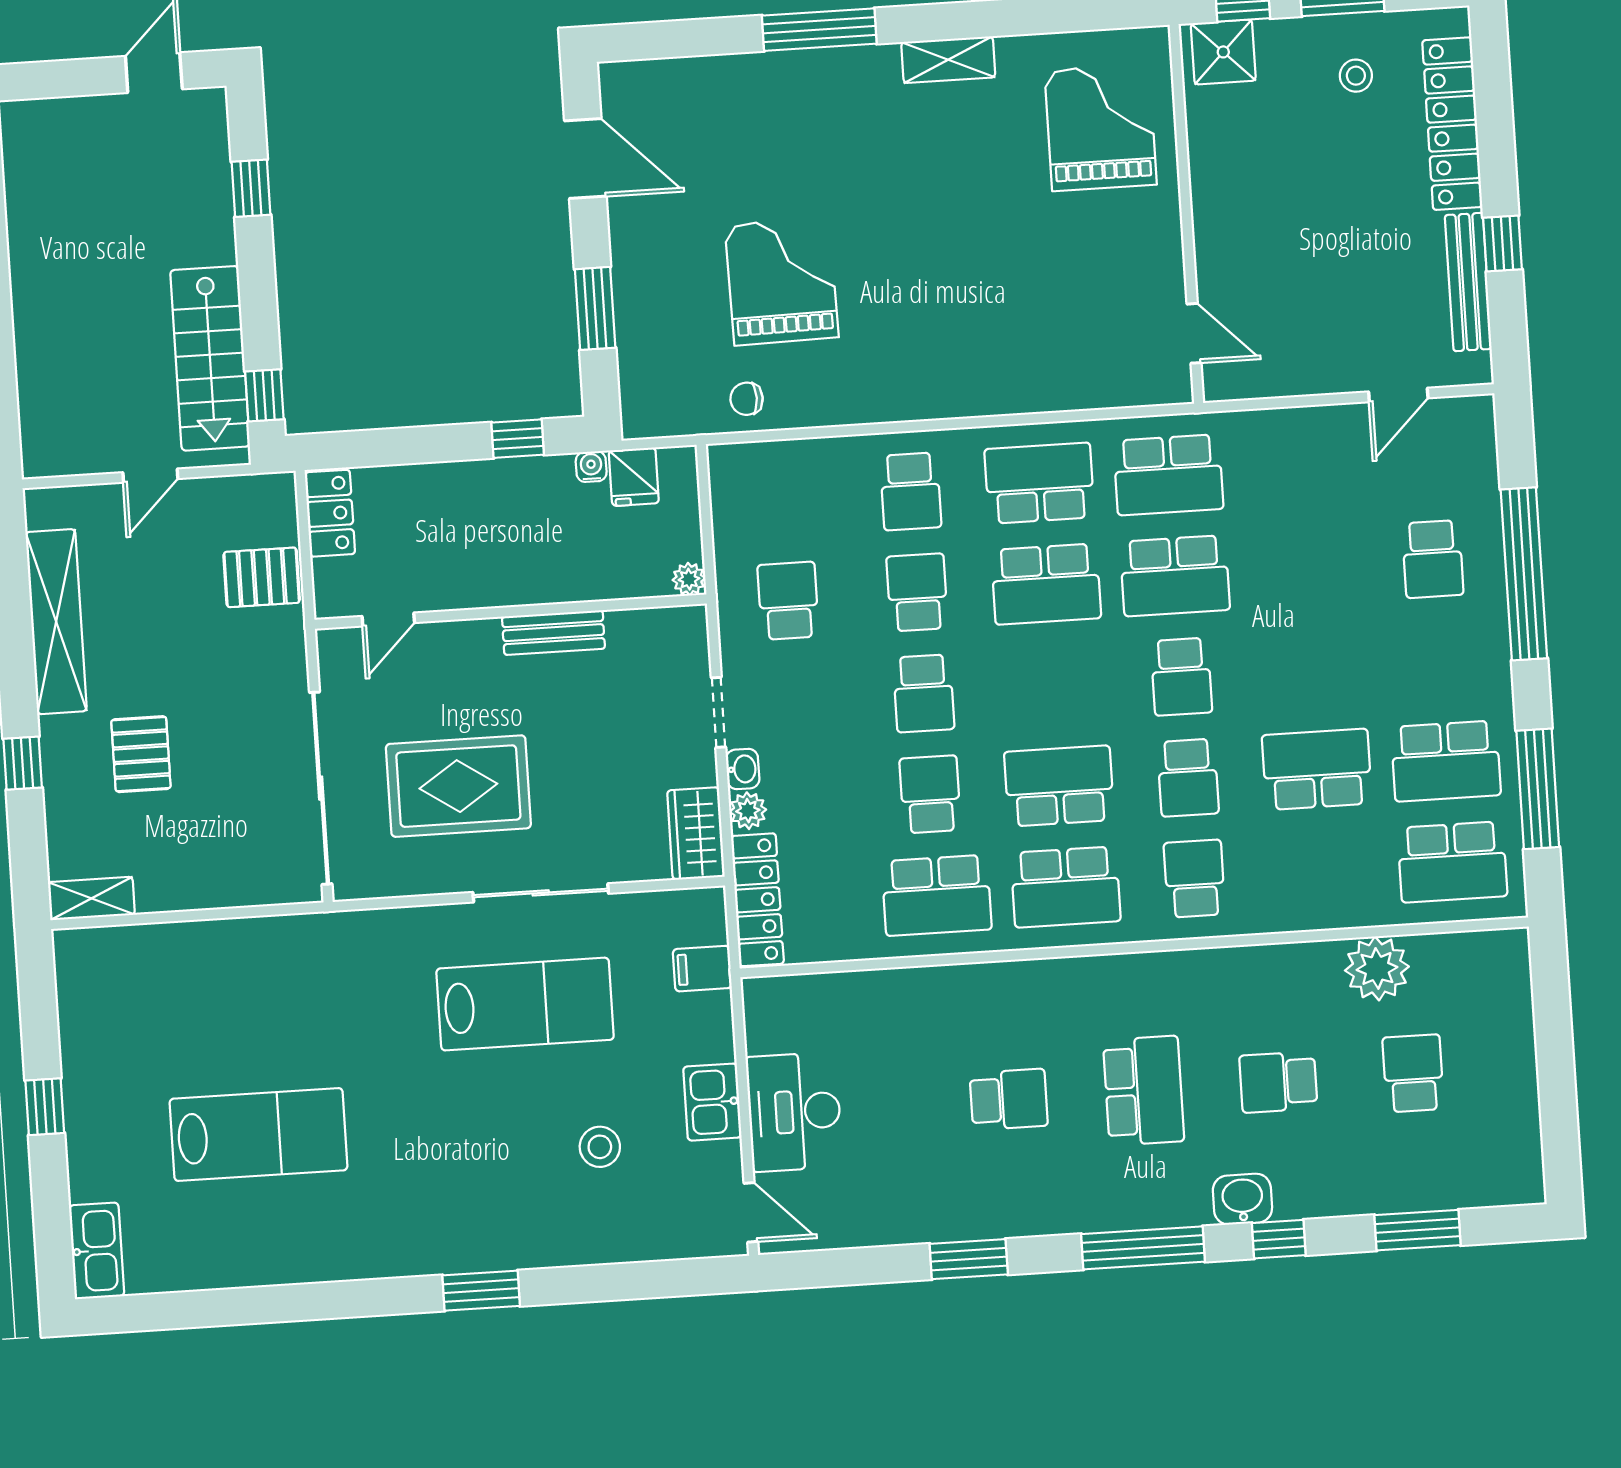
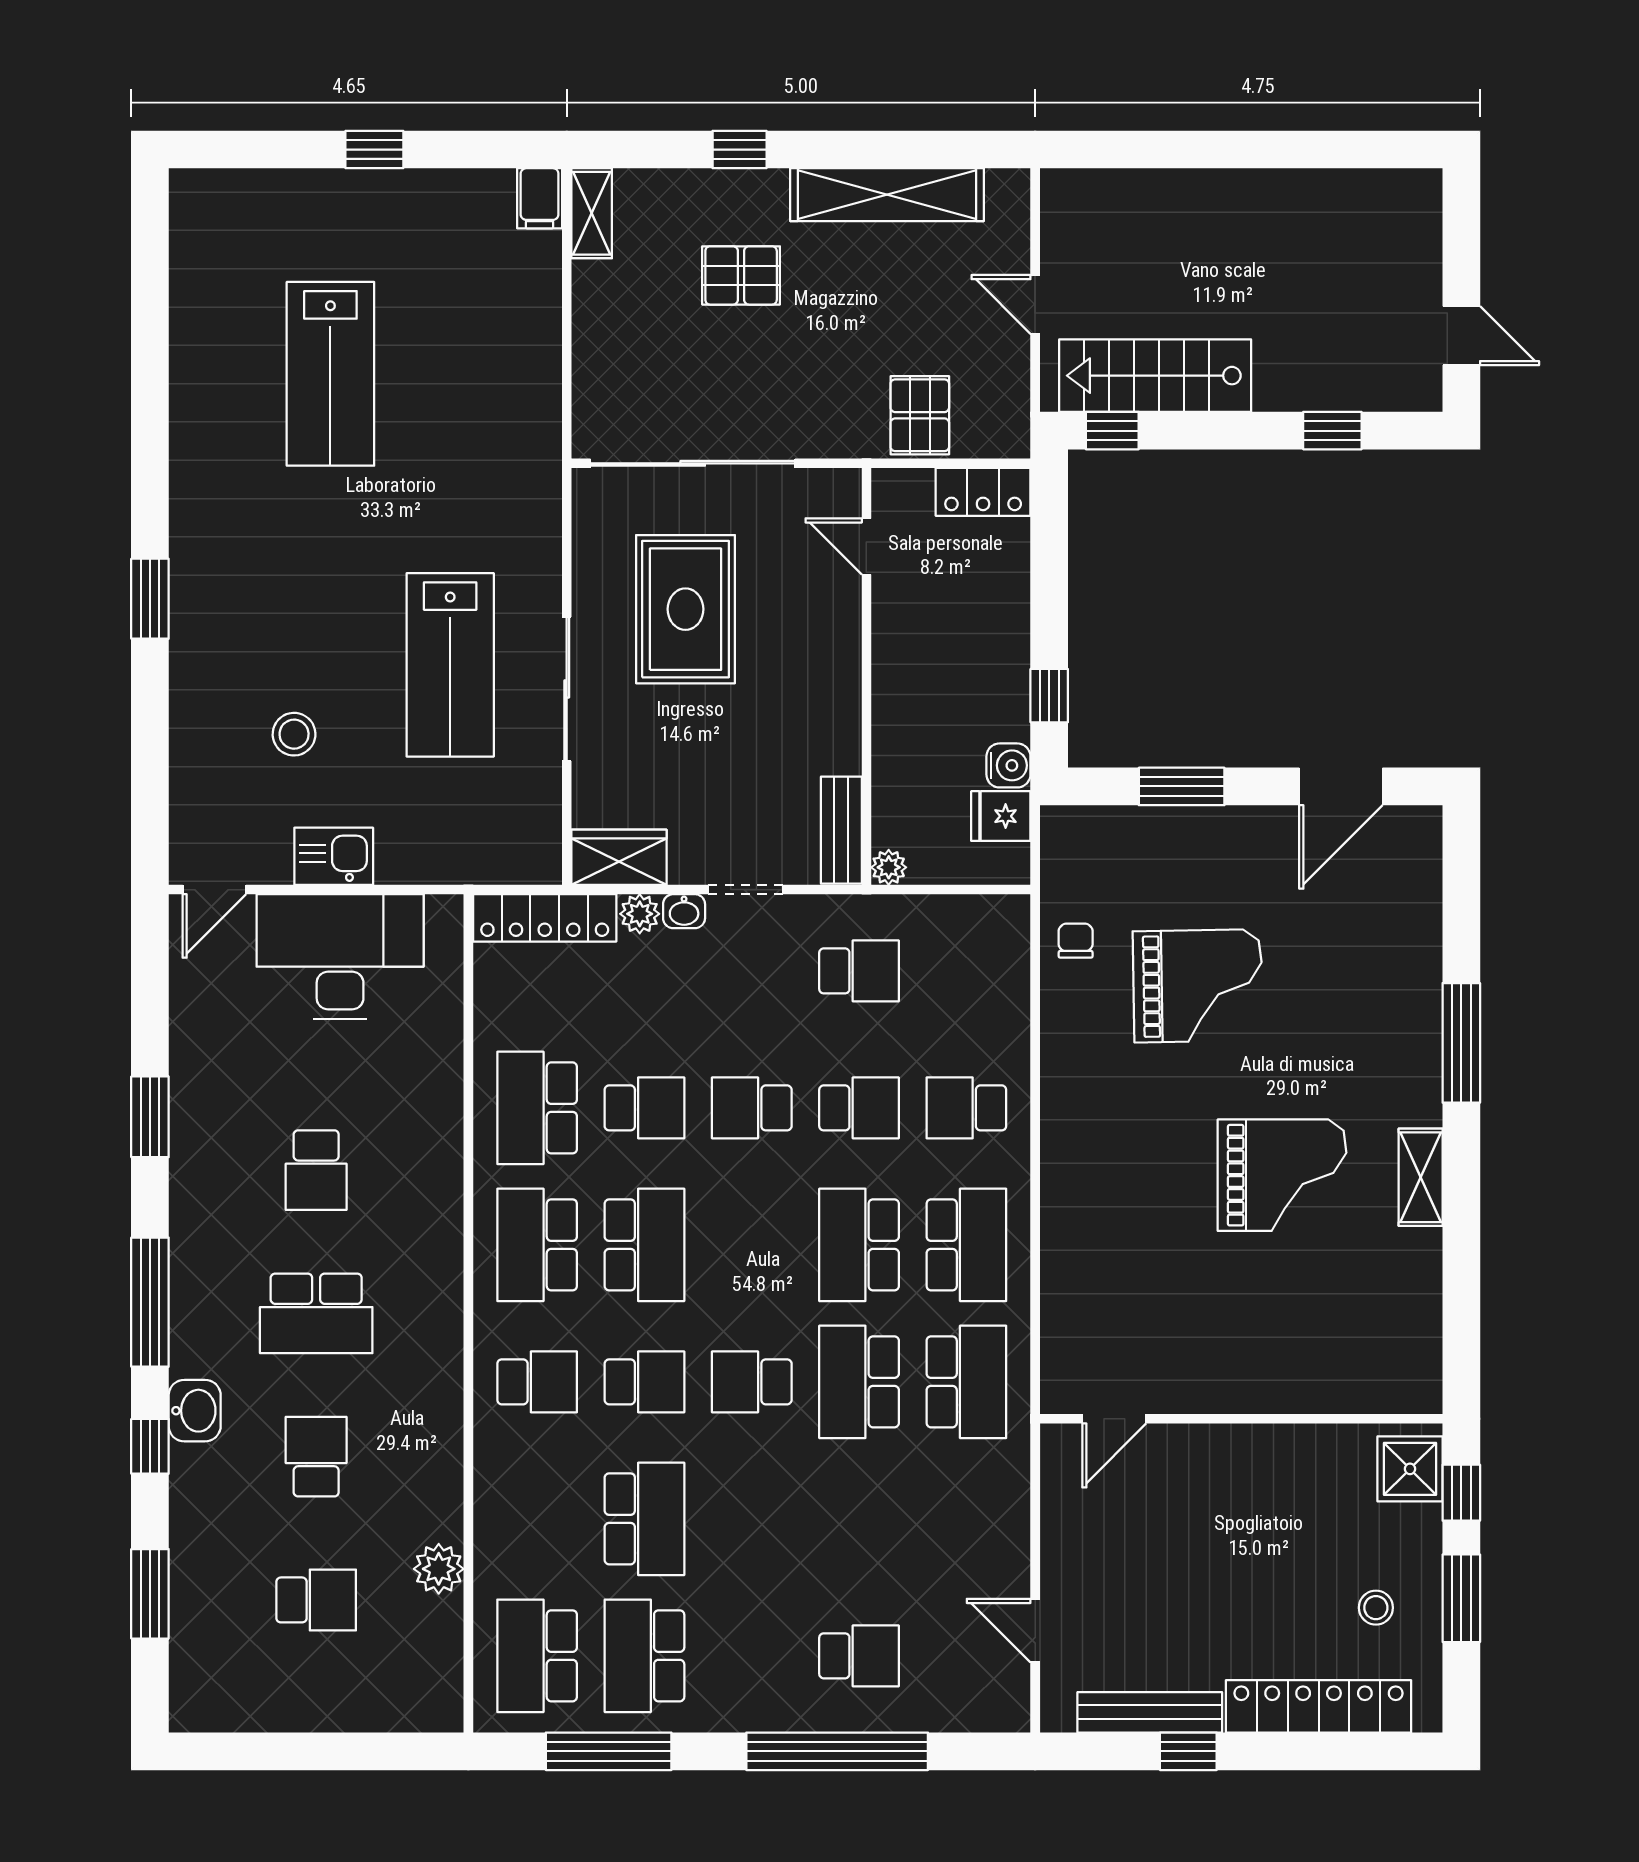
grand piano: (1101, 127) -> (1282, 1175), moved
water cooler: (591, 467) -> (1008, 765), width x1.38, depth x1.38
school desk: (1168, 475) -> (966, 1382), turned 180
school desk: (1433, 559) -> (859, 1656), turned 180
bench: (553, 633) -> (841, 830), moved
school desk: (1188, 778) -> (644, 1382), turned 180
plant: (1377, 968) -> (439, 1569), width x0.73, depth x0.73
filing cabinet: (702, 969) -> (540, 198), moved, turned 180
desk: (794, 1112) -> (340, 957), width x1.36, depth x1.30
kitchen sink: (97, 1251) -> (218, 194), removed

